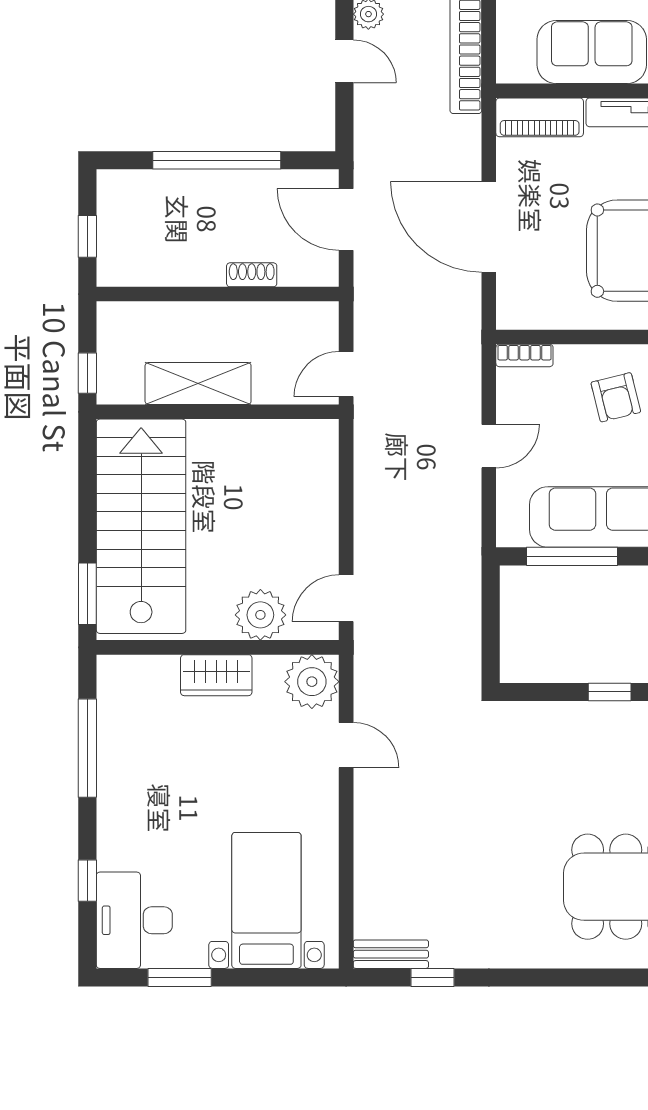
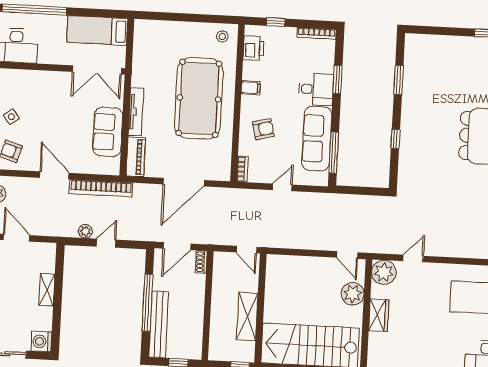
bench: (170, 188) -> (159, 324), added
shoe rack: (252, 275) -> (201, 262), moved
door: (489, 446) -> (282, 187), hinge flipped

